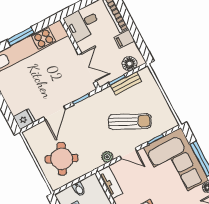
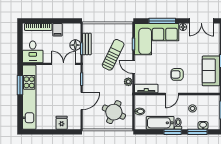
window: (21, 36) -> (20, 85), moved
floor lamp: (130, 64) -> (75, 45), moved
door: (55, 113) -> (82, 101), hinge flipped
fridge: (24, 119) -> (62, 123), moved
door: (128, 154) -> (134, 67), swing flipped

